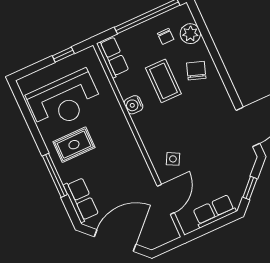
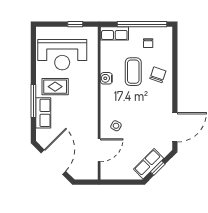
plant: (190, 34) -> (165, 49), removed
row of seats: (113, 57) -> (114, 33), moved, turned 90
row of seats: (81, 200) -> (43, 113), moved
row of seats: (214, 211) -> (149, 164), moved, turned -45
door: (115, 241) -> (53, 162), hinge flipped

